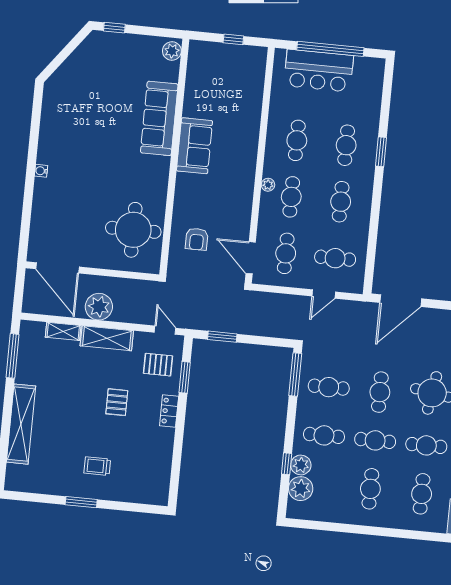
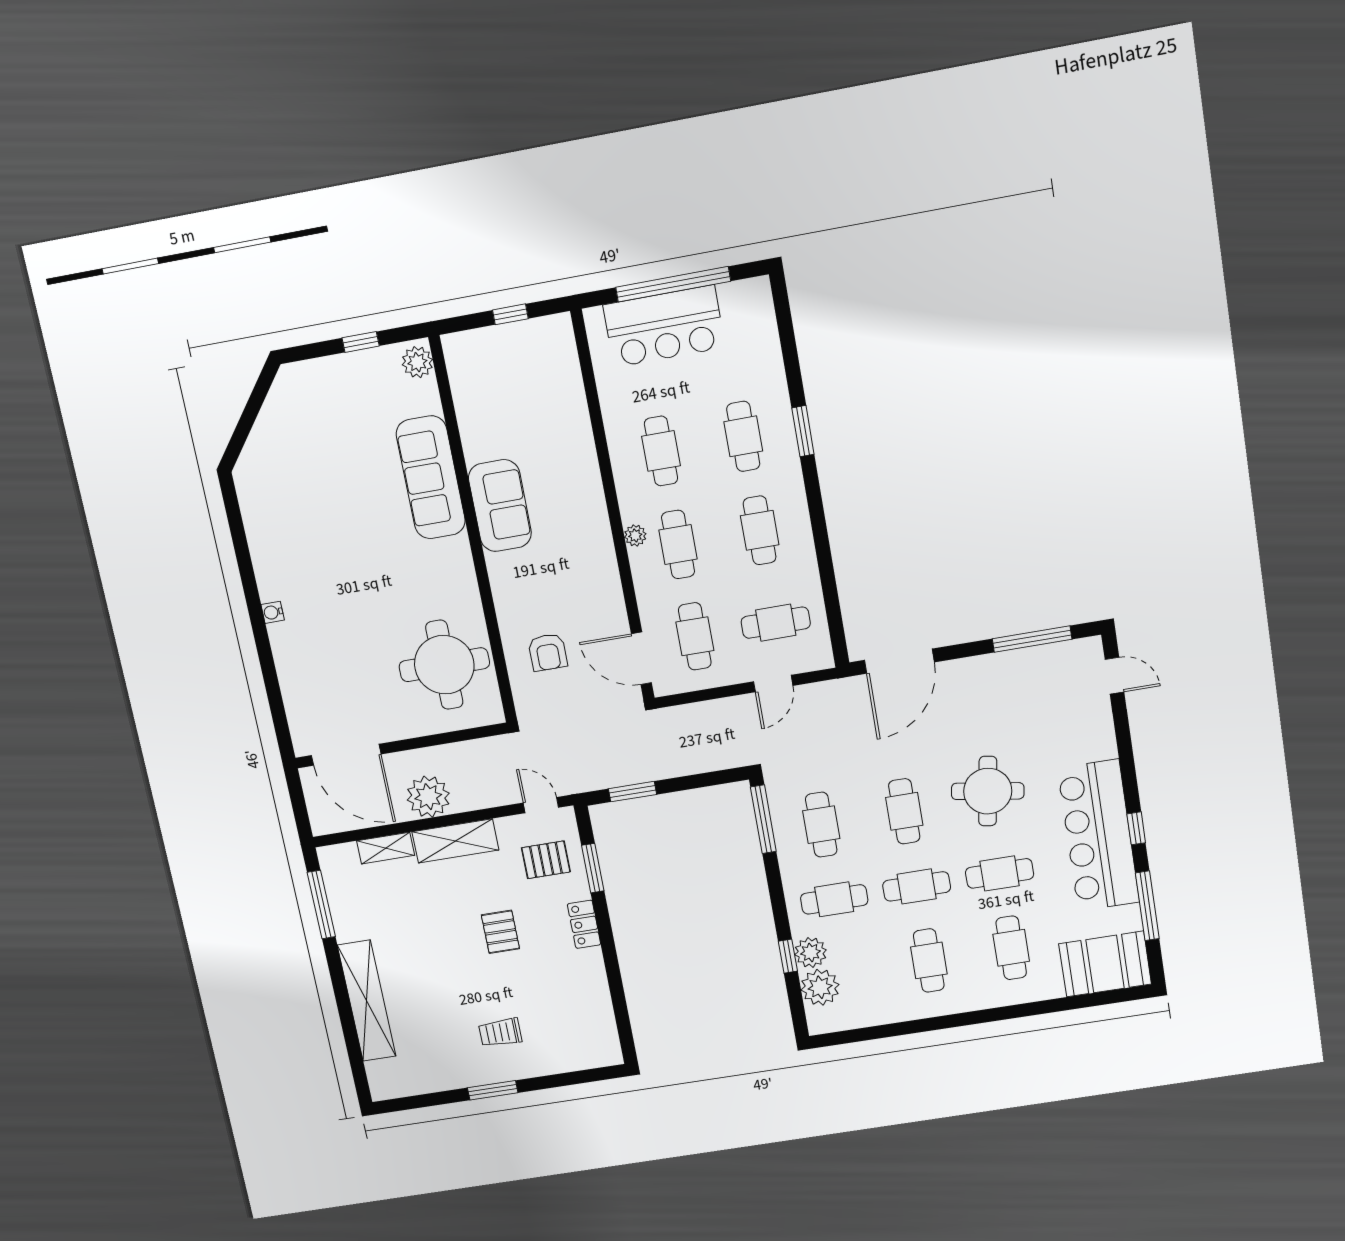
window: (114, 28) -> (361, 342), moved
cafe table: (329, 387) -> (821, 825), turned 90

